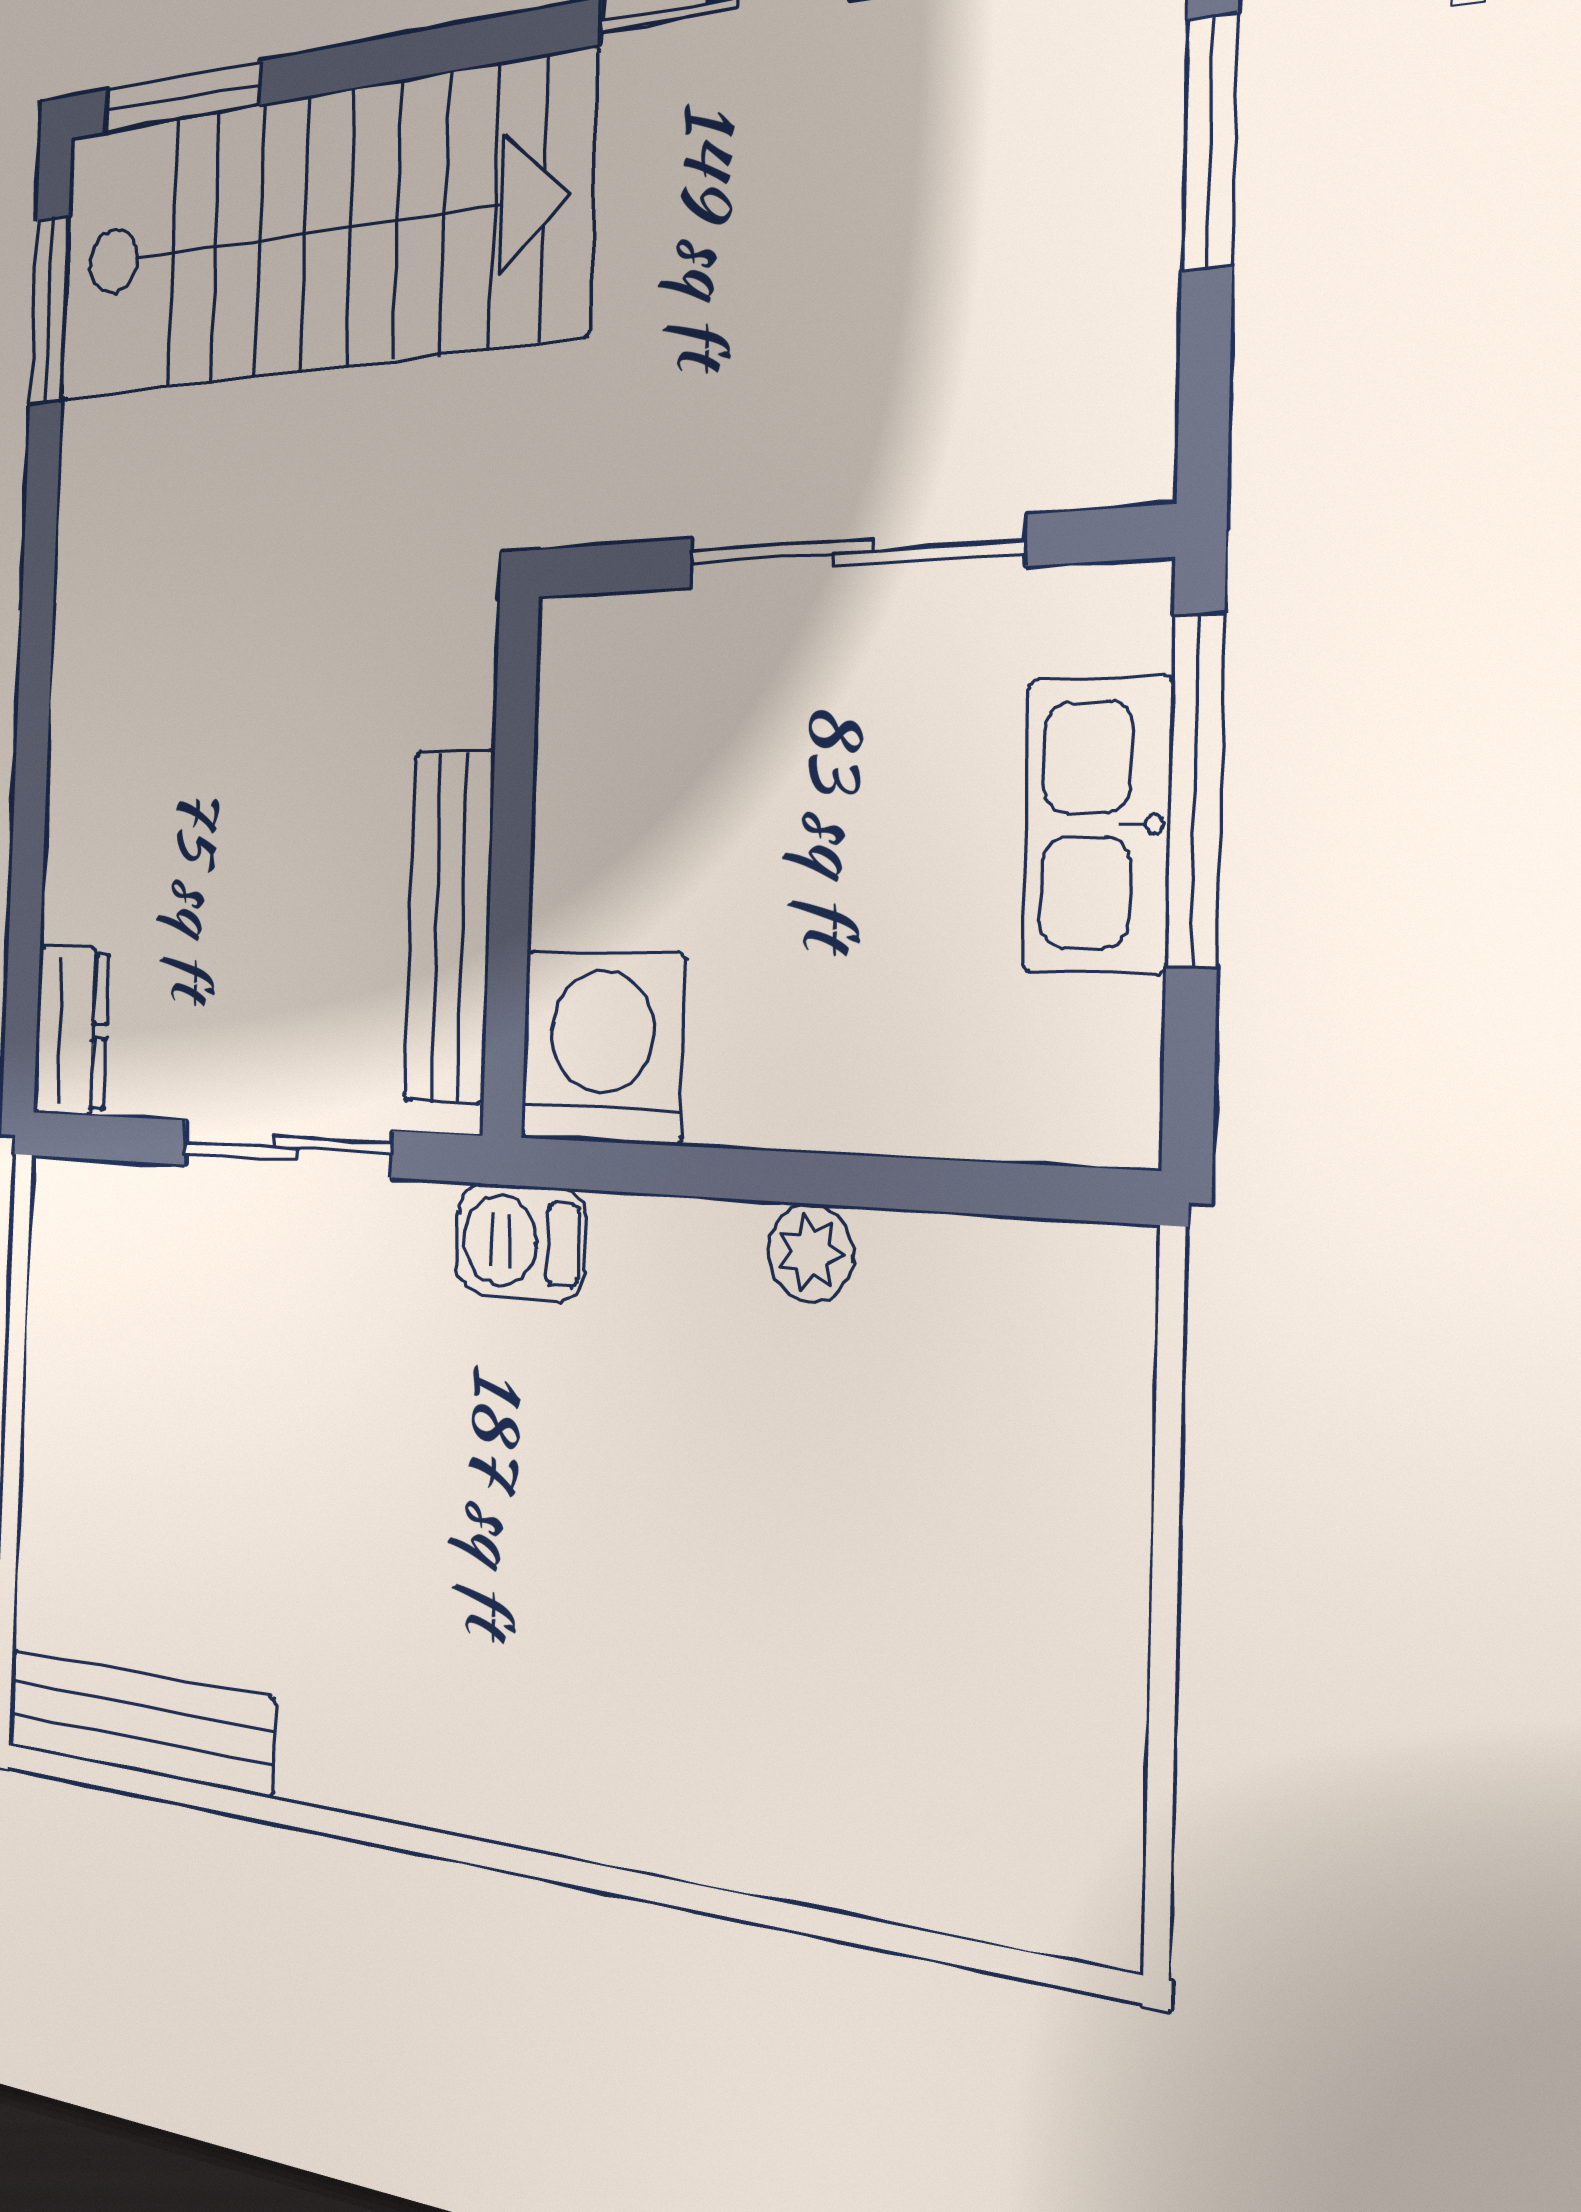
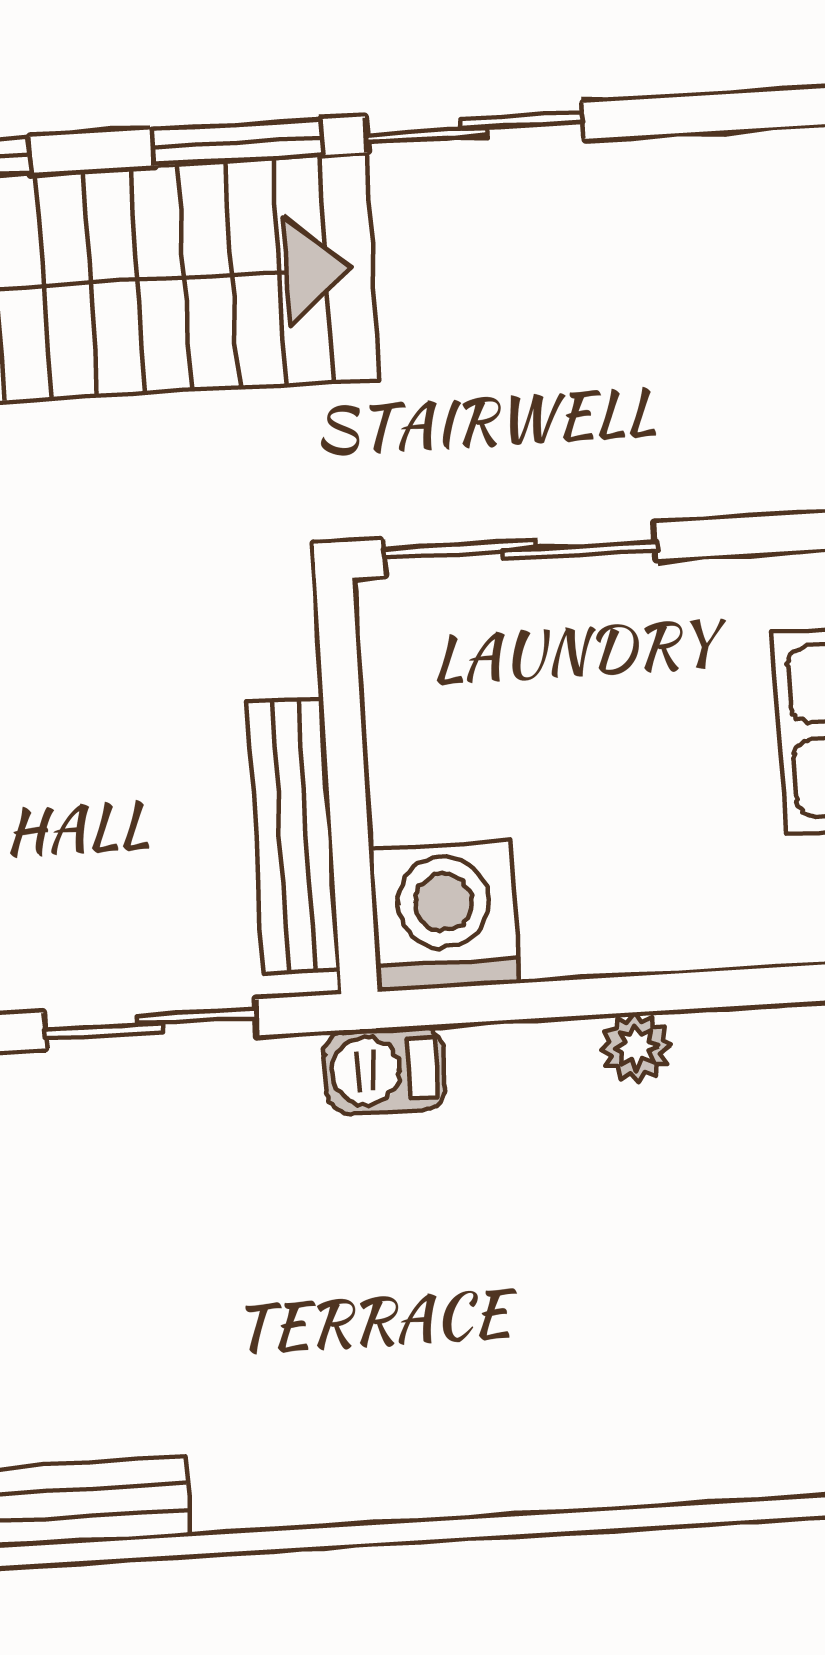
window: (464, 46) -> (237, 142), added
sliding door: (853, 552) -> (520, 549), moved

